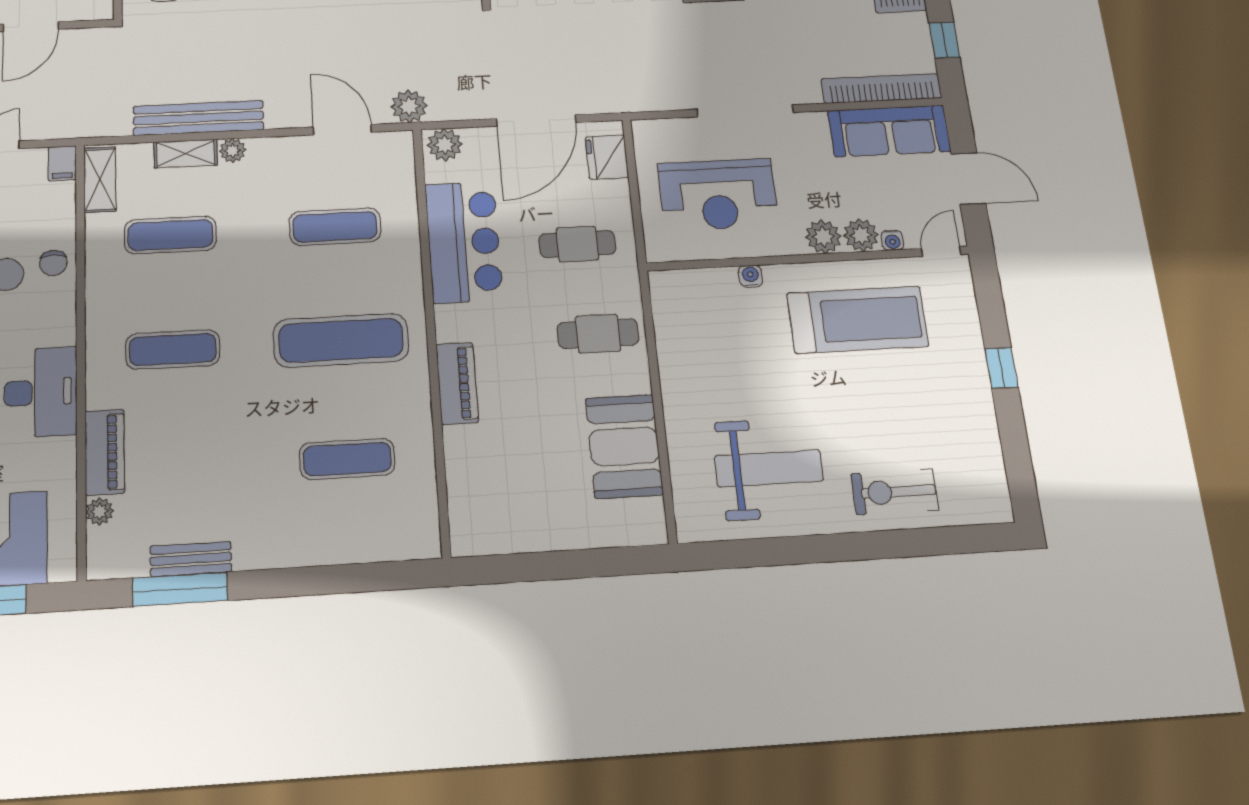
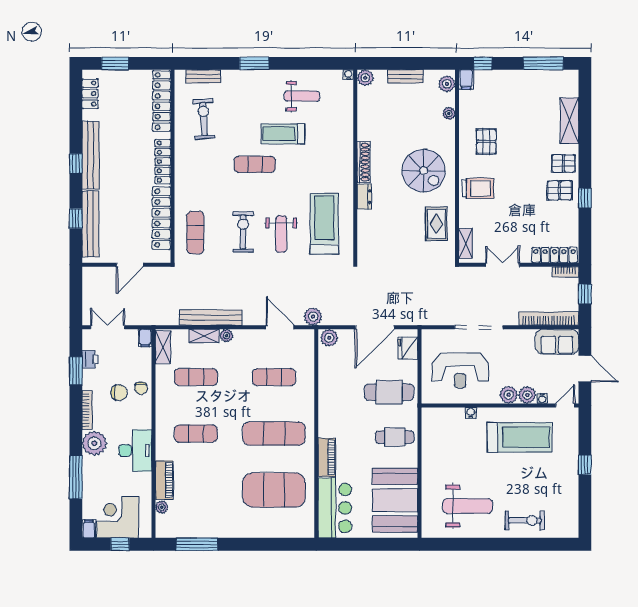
sofa: (889, 131) -> (557, 342), width x0.73
bar counter: (464, 242) -> (335, 508), moved
cafe table: (577, 244) -> (389, 392), width x1.37, depth x1.35
booth: (624, 446) -> (395, 500), width x1.36, depth x1.42
exercise mat: (347, 459) -> (274, 490), width x2.00, depth x1.45
exercise bike: (895, 492) -> (525, 520), turned 180
bench: (191, 559) -> (202, 531), removed

